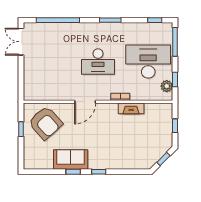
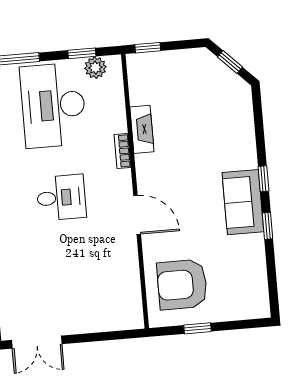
desk: (98, 62) -> (61, 198), width x0.73
armchair: (45, 123) -> (182, 285), turned -138
window: (175, 126) -> (148, 48), moved
sofa: (71, 160) -> (243, 202), moved

